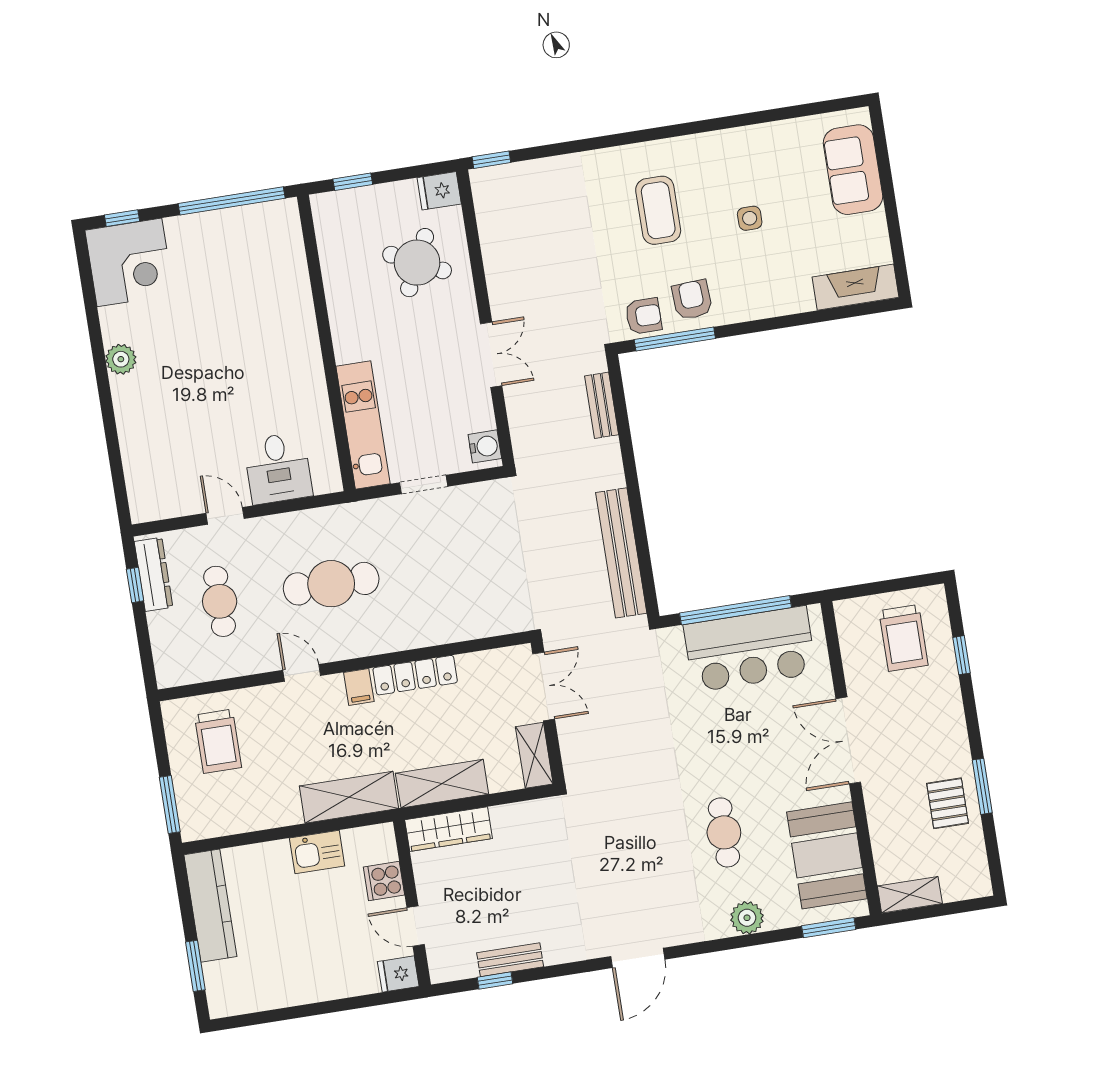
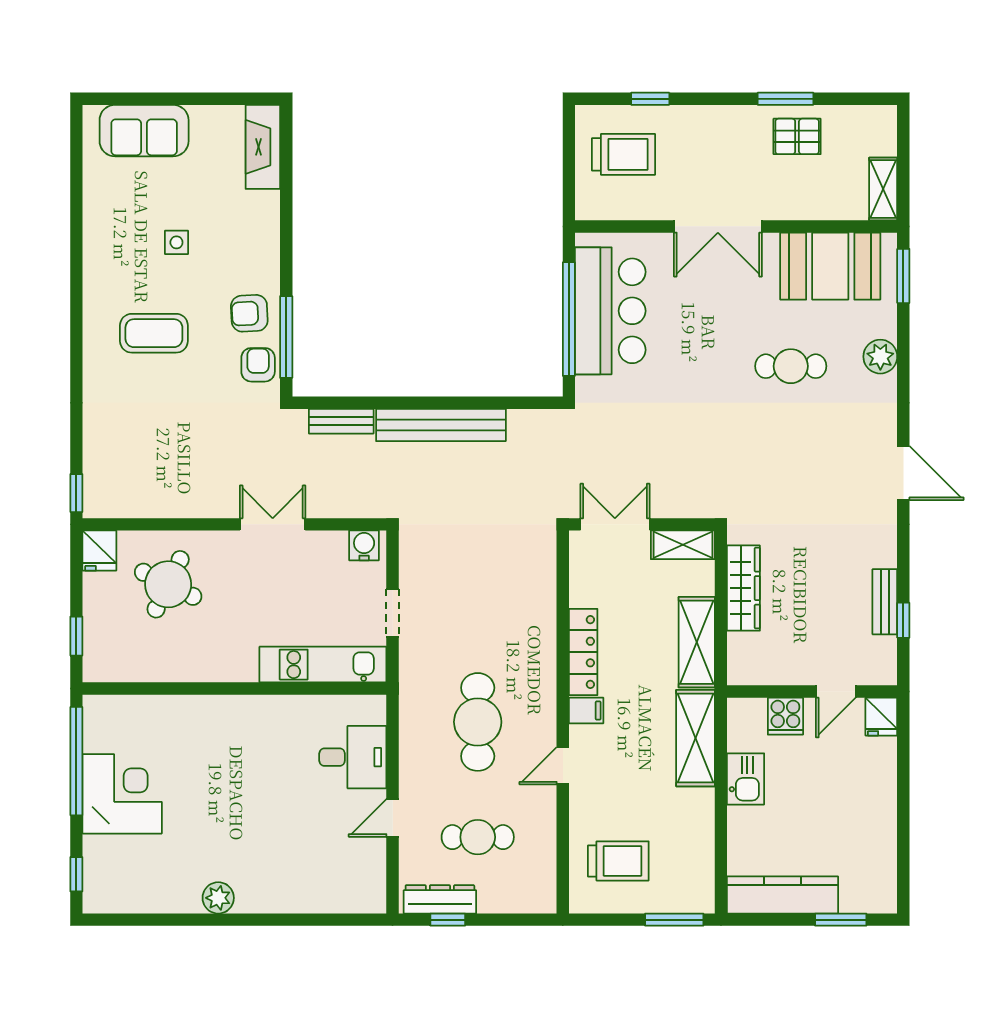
corner desk: (129, 262) -> (122, 794), moved
bench: (621, 553) -> (441, 425), moved
wardrobe: (449, 829) -> (743, 588), moved

